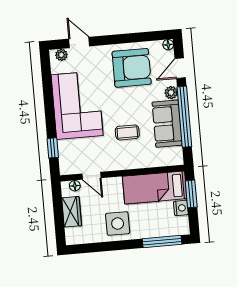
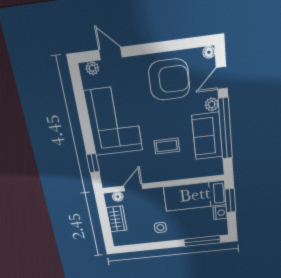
door: (91, 176) -> (133, 187), swing flipped
side table: (118, 224) -> (160, 227), width x0.54, depth x0.54

